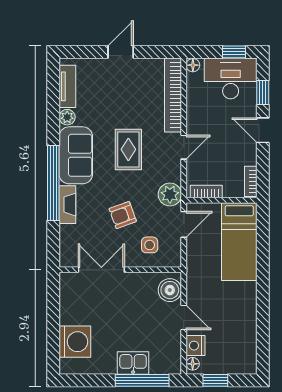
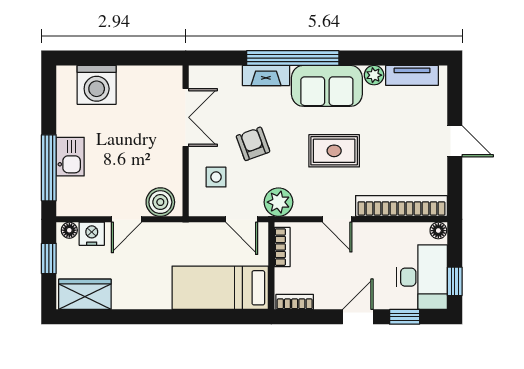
wardrobe: (244, 351) -> (85, 294), added

